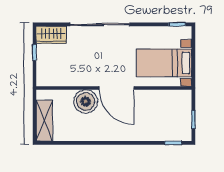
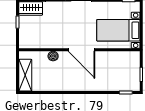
boiler: (86, 102) -> (53, 56), width x0.54, depth x0.54

